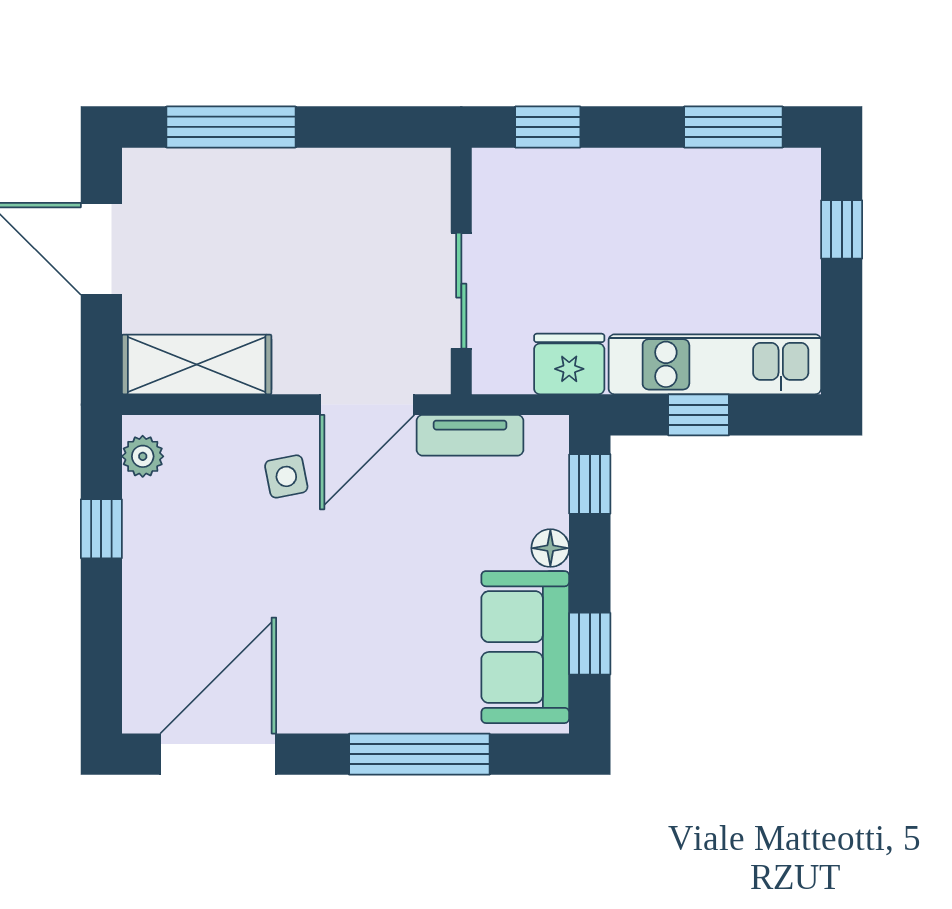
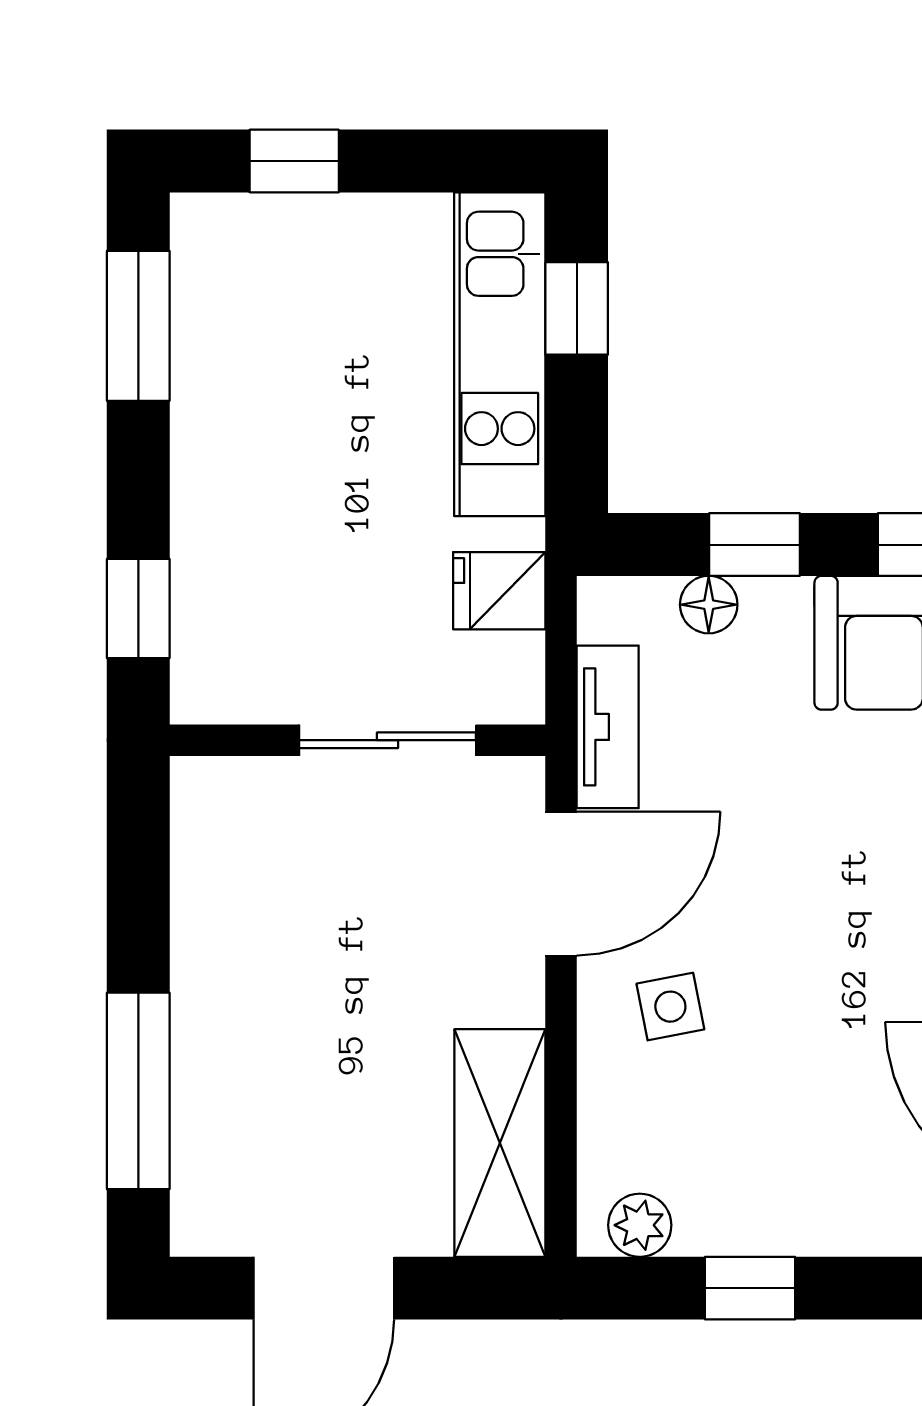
fridge: (569, 364) -> (499, 591), width x0.72
door: (367, 405) -> (561, 884), hinge flipped
window: (699, 415) -> (577, 308), moved
window: (590, 484) -> (755, 545), moved
floor lamp: (550, 548) -> (709, 605), moved

